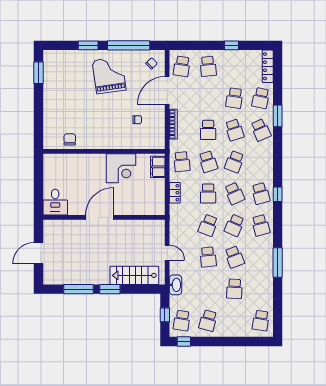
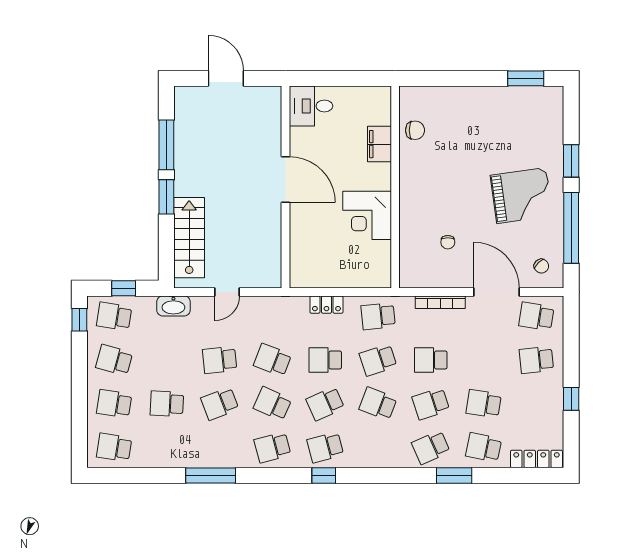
filing cabinet: (158, 167) -> (380, 144), moved, turned -90
school desk: (234, 321) -> (114, 404), added

